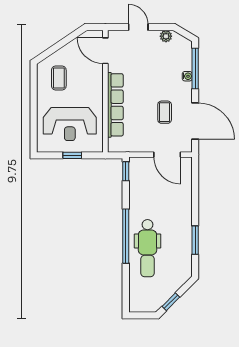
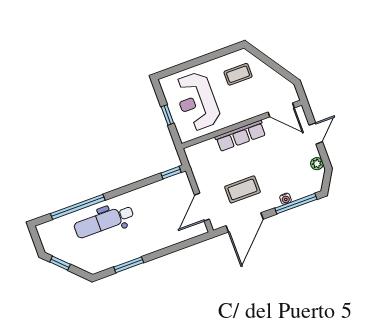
door: (105, 51) -> (281, 110), swing flipped
row of seats: (115, 105) -> (241, 136), width x0.73
coffee table: (165, 112) -> (242, 189), width x1.36, depth x1.30
window: (126, 236) -> (78, 207), moved

